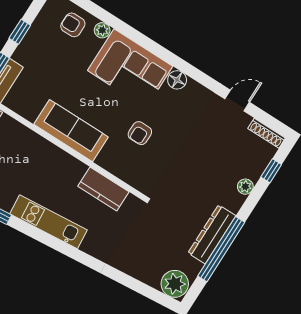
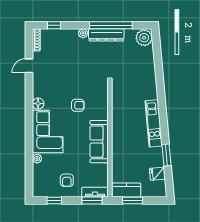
armchair: (73, 25) -> (67, 180), moved
window: (20, 32) -> (54, 201), moved
door: (237, 101) -> (29, 66), hinge flipped
plant: (245, 187) -> (83, 33), moved
kitchen counter: (103, 189) -> (119, 106), removed

